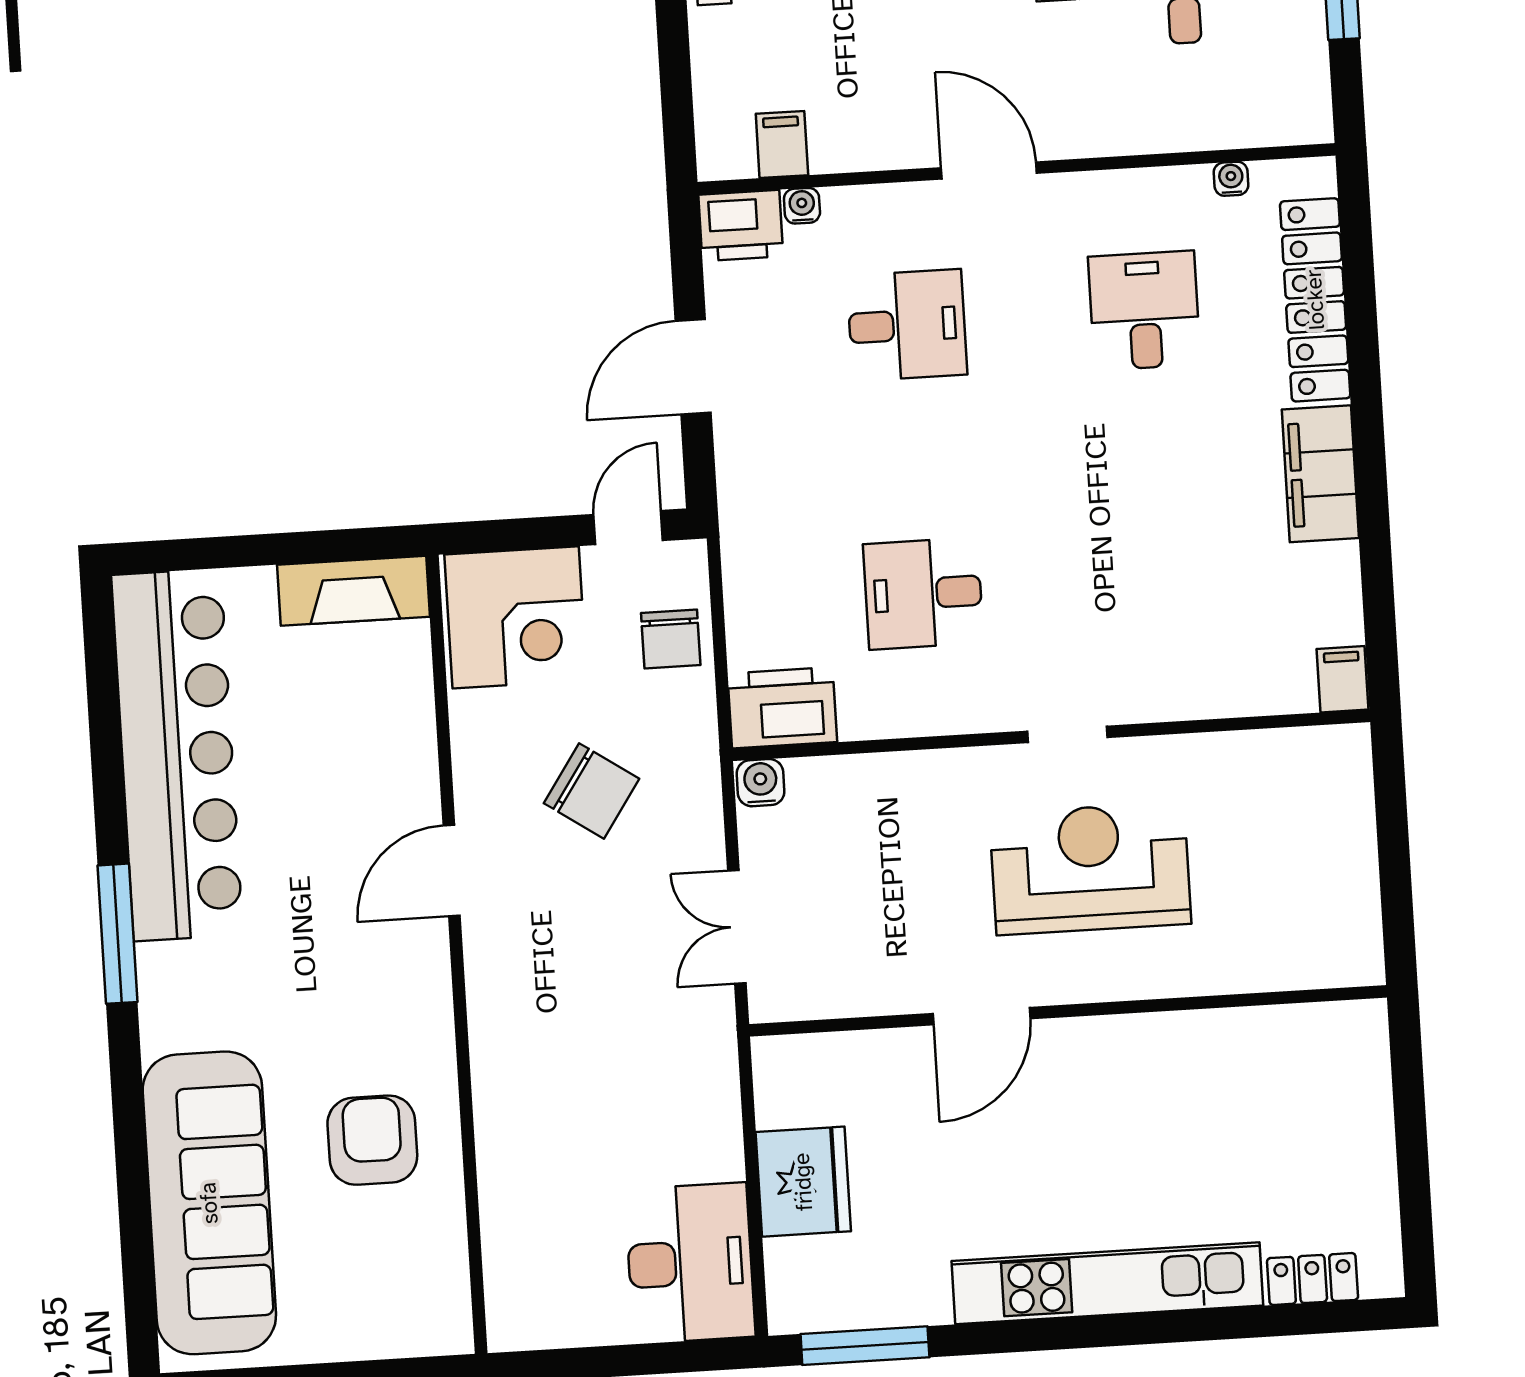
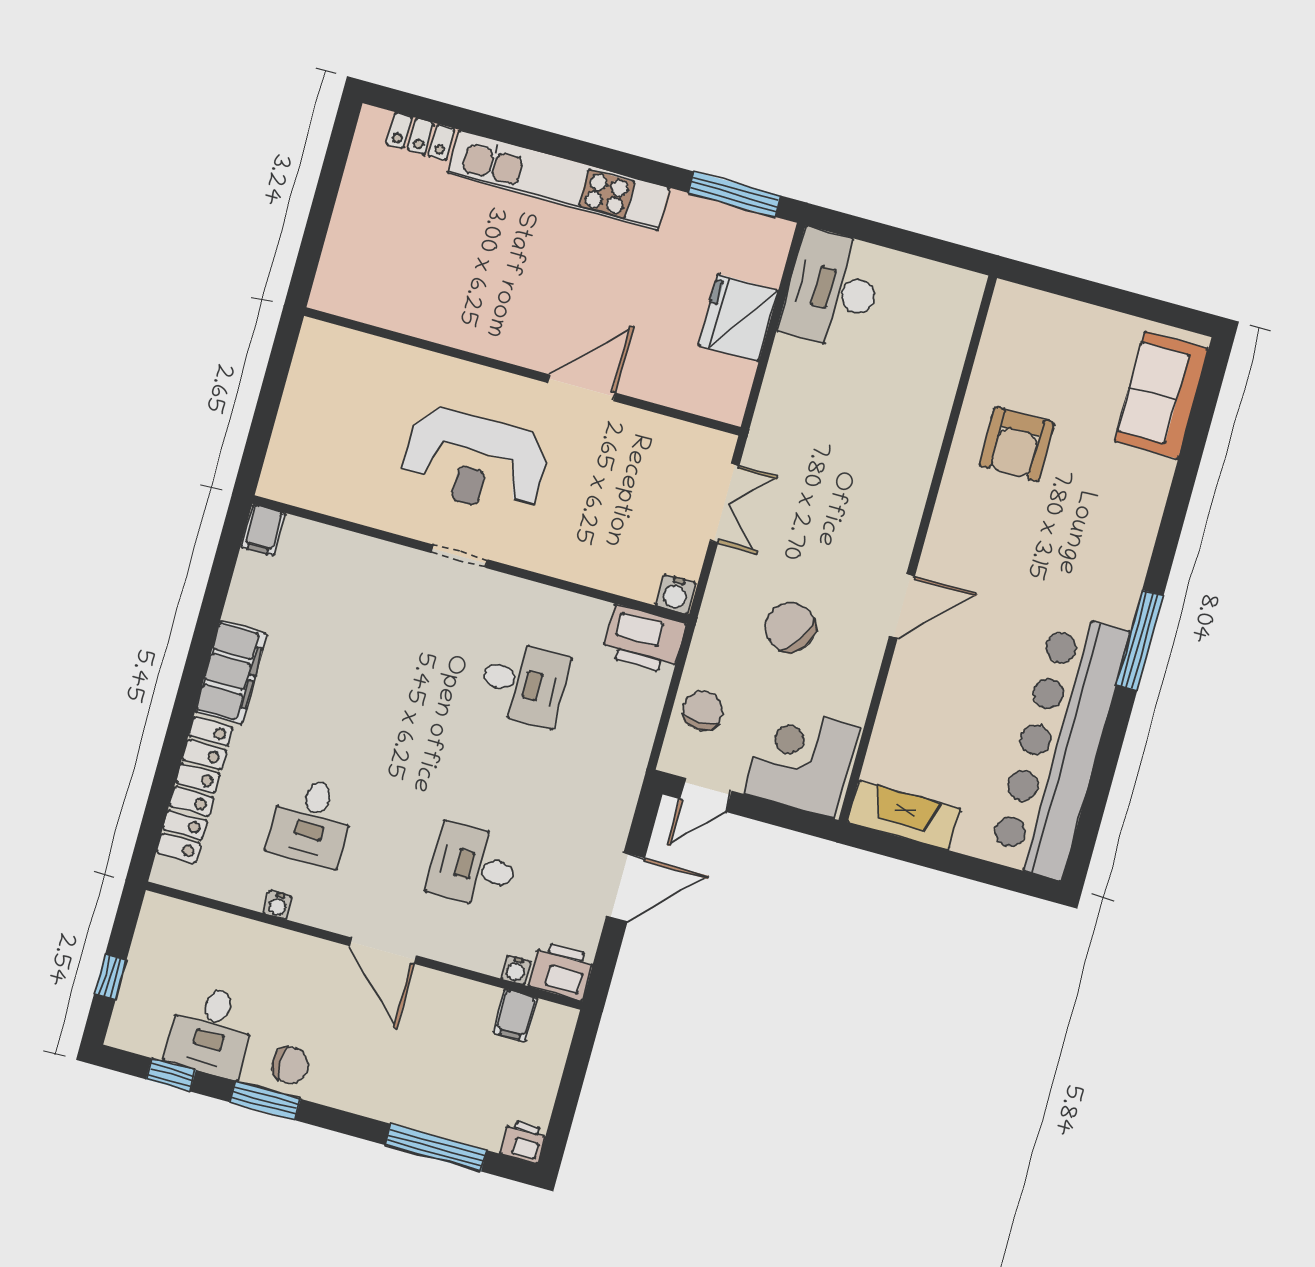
water cooler: (1231, 179) -> (278, 905), moved
sofa: (209, 1203) -> (1161, 395), width x0.54, depth x0.79

